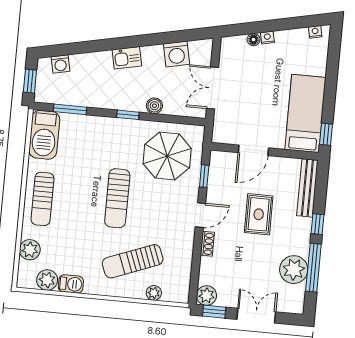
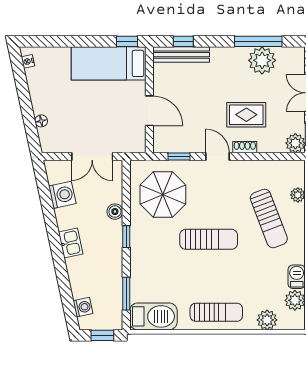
nightstand: (267, 38) -> (38, 108), removed
rug: (259, 214) -> (246, 115), moved
window: (318, 224) -> (183, 41), moved

